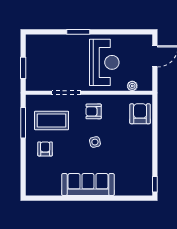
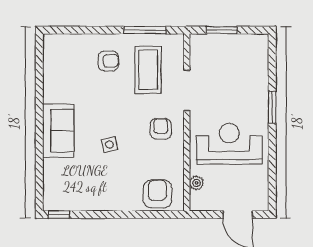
reception desk: (104, 62) -> (229, 144), turned 180
armchair: (140, 114) -> (157, 194), turned -90
side table: (95, 142) -> (109, 144), moved
sofa: (88, 185) -> (58, 131), width x0.73

